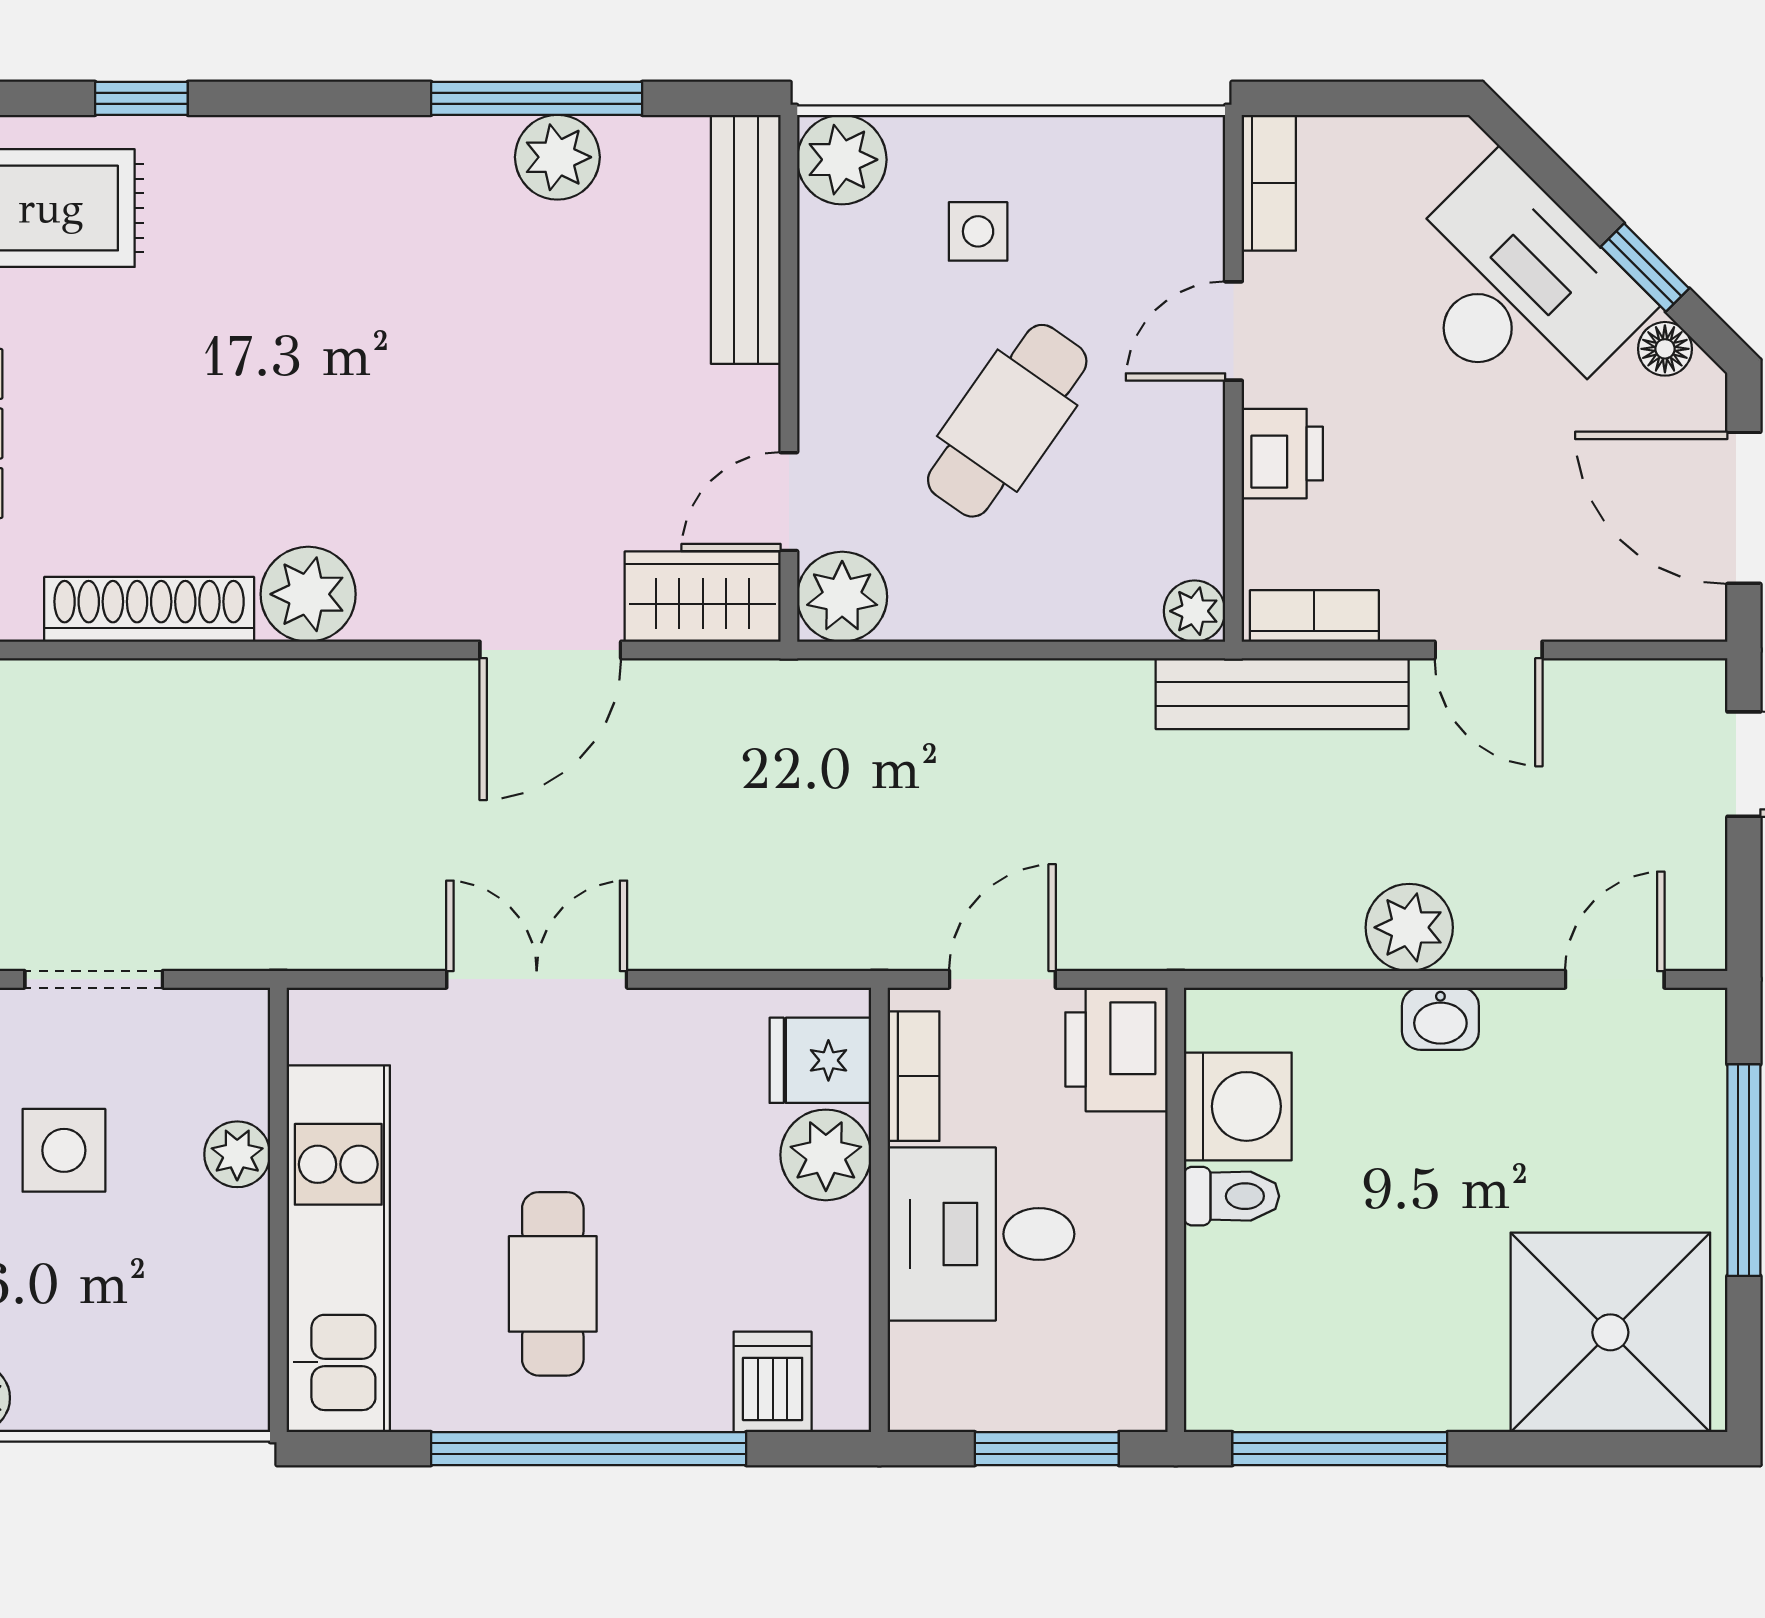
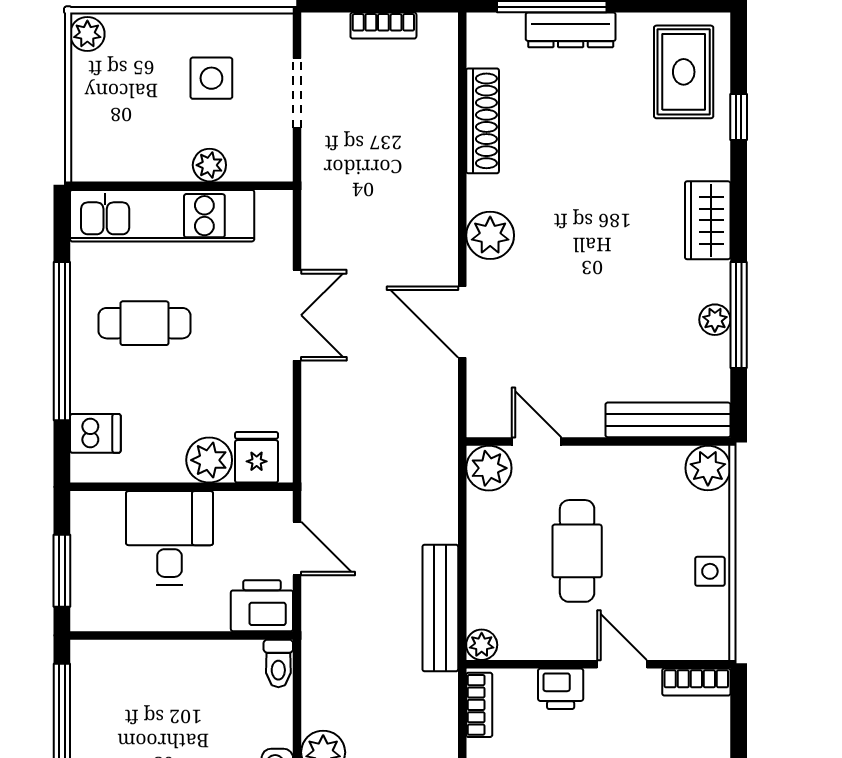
plant: (557, 157) -> (715, 320), width x0.73, depth x0.73
side table: (978, 231) -> (710, 571), moved
cafe table: (1007, 421) -> (577, 551), turned 55
plant: (308, 594) -> (490, 235), moved
wardrobe: (703, 597) -> (708, 220), moved, turned 180
bench: (1282, 694) -> (440, 608), moved
bookcase: (914, 1076) -> (249, 504), removed
washing machine: (1238, 1106) -> (233, 667), removed
toilet: (1232, 1196) -> (278, 663), moved

